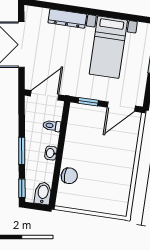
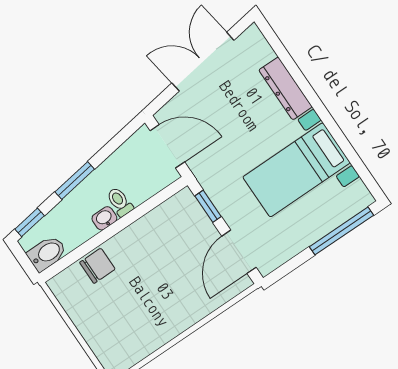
door: (121, 107) -> (239, 252), hinge flipped
toilet: (52, 126) -> (120, 202), moved
chair: (69, 176) -> (97, 266), turned -90

